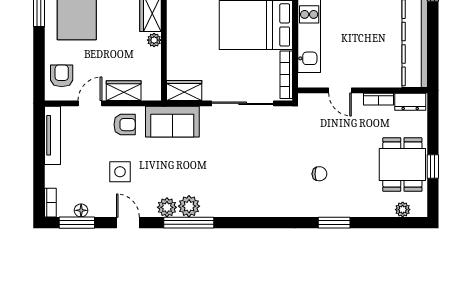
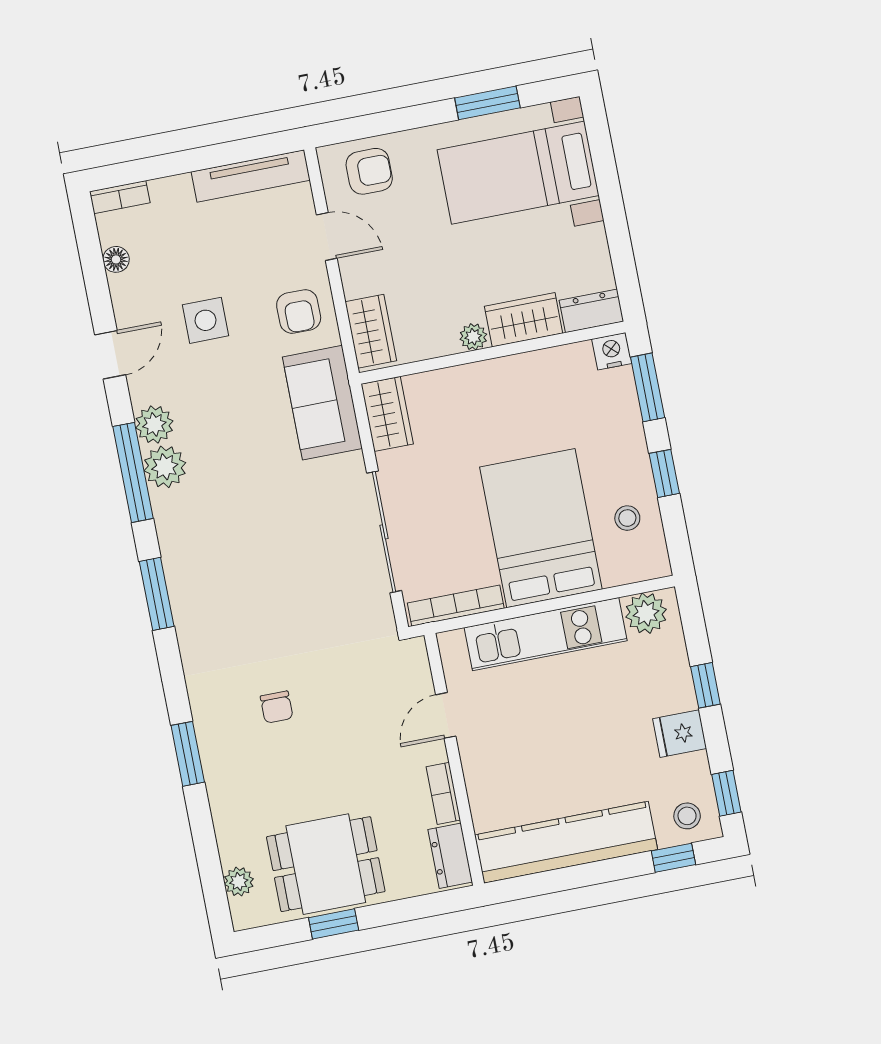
wardrobe: (124, 91) -> (371, 331), moved
window: (77, 223) -> (157, 594), moved

